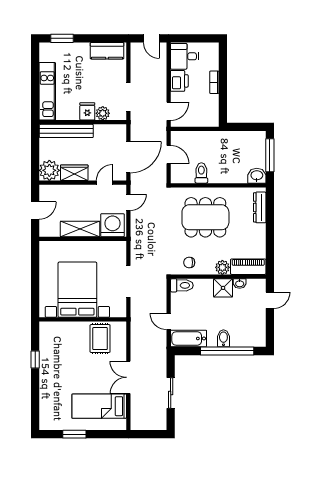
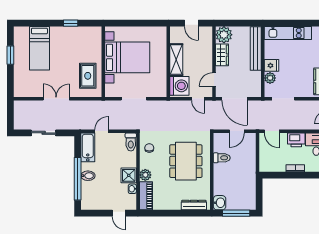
door: (105, 183) -> (214, 79), swing flipped
rug: (100, 339) -> (88, 76), turned 90
bed: (99, 406) -> (39, 48), moved, turned 180

